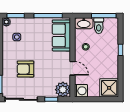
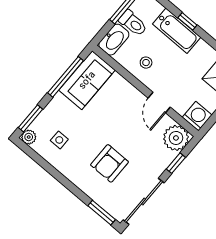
sofa: (61, 35) -> (87, 80), moved, turned -90
bathtub: (112, 48) -> (177, 31), added
door: (72, 68) -> (159, 103), swing flipped

